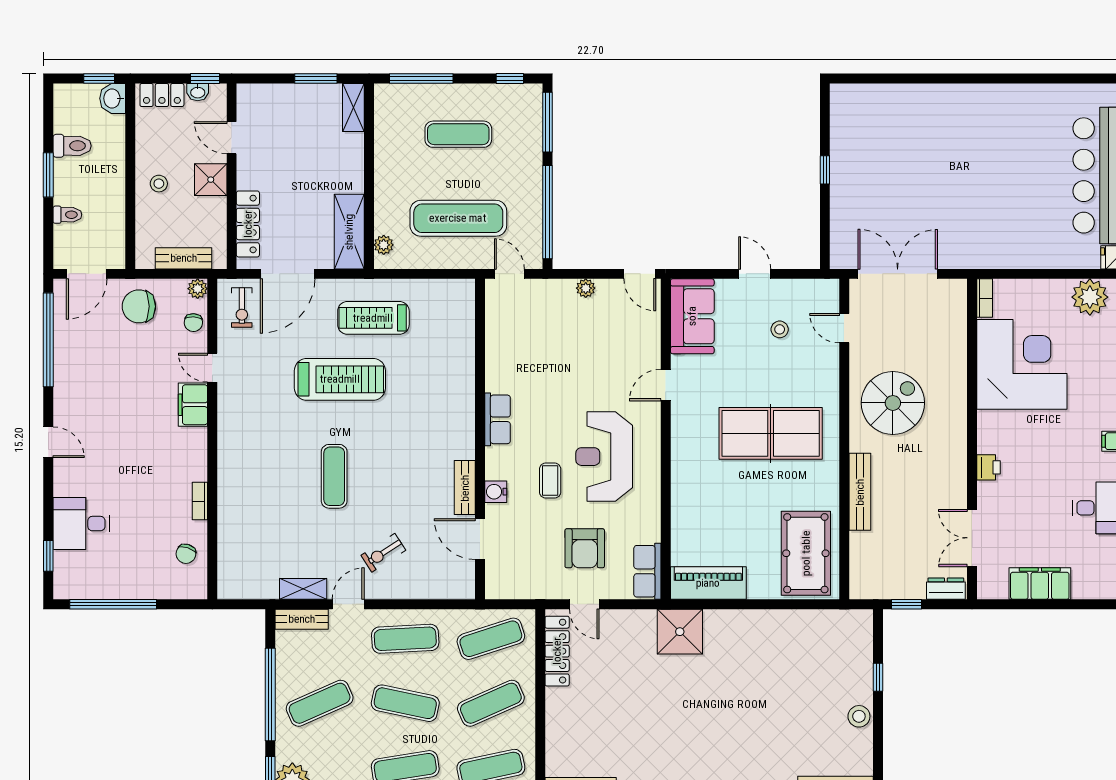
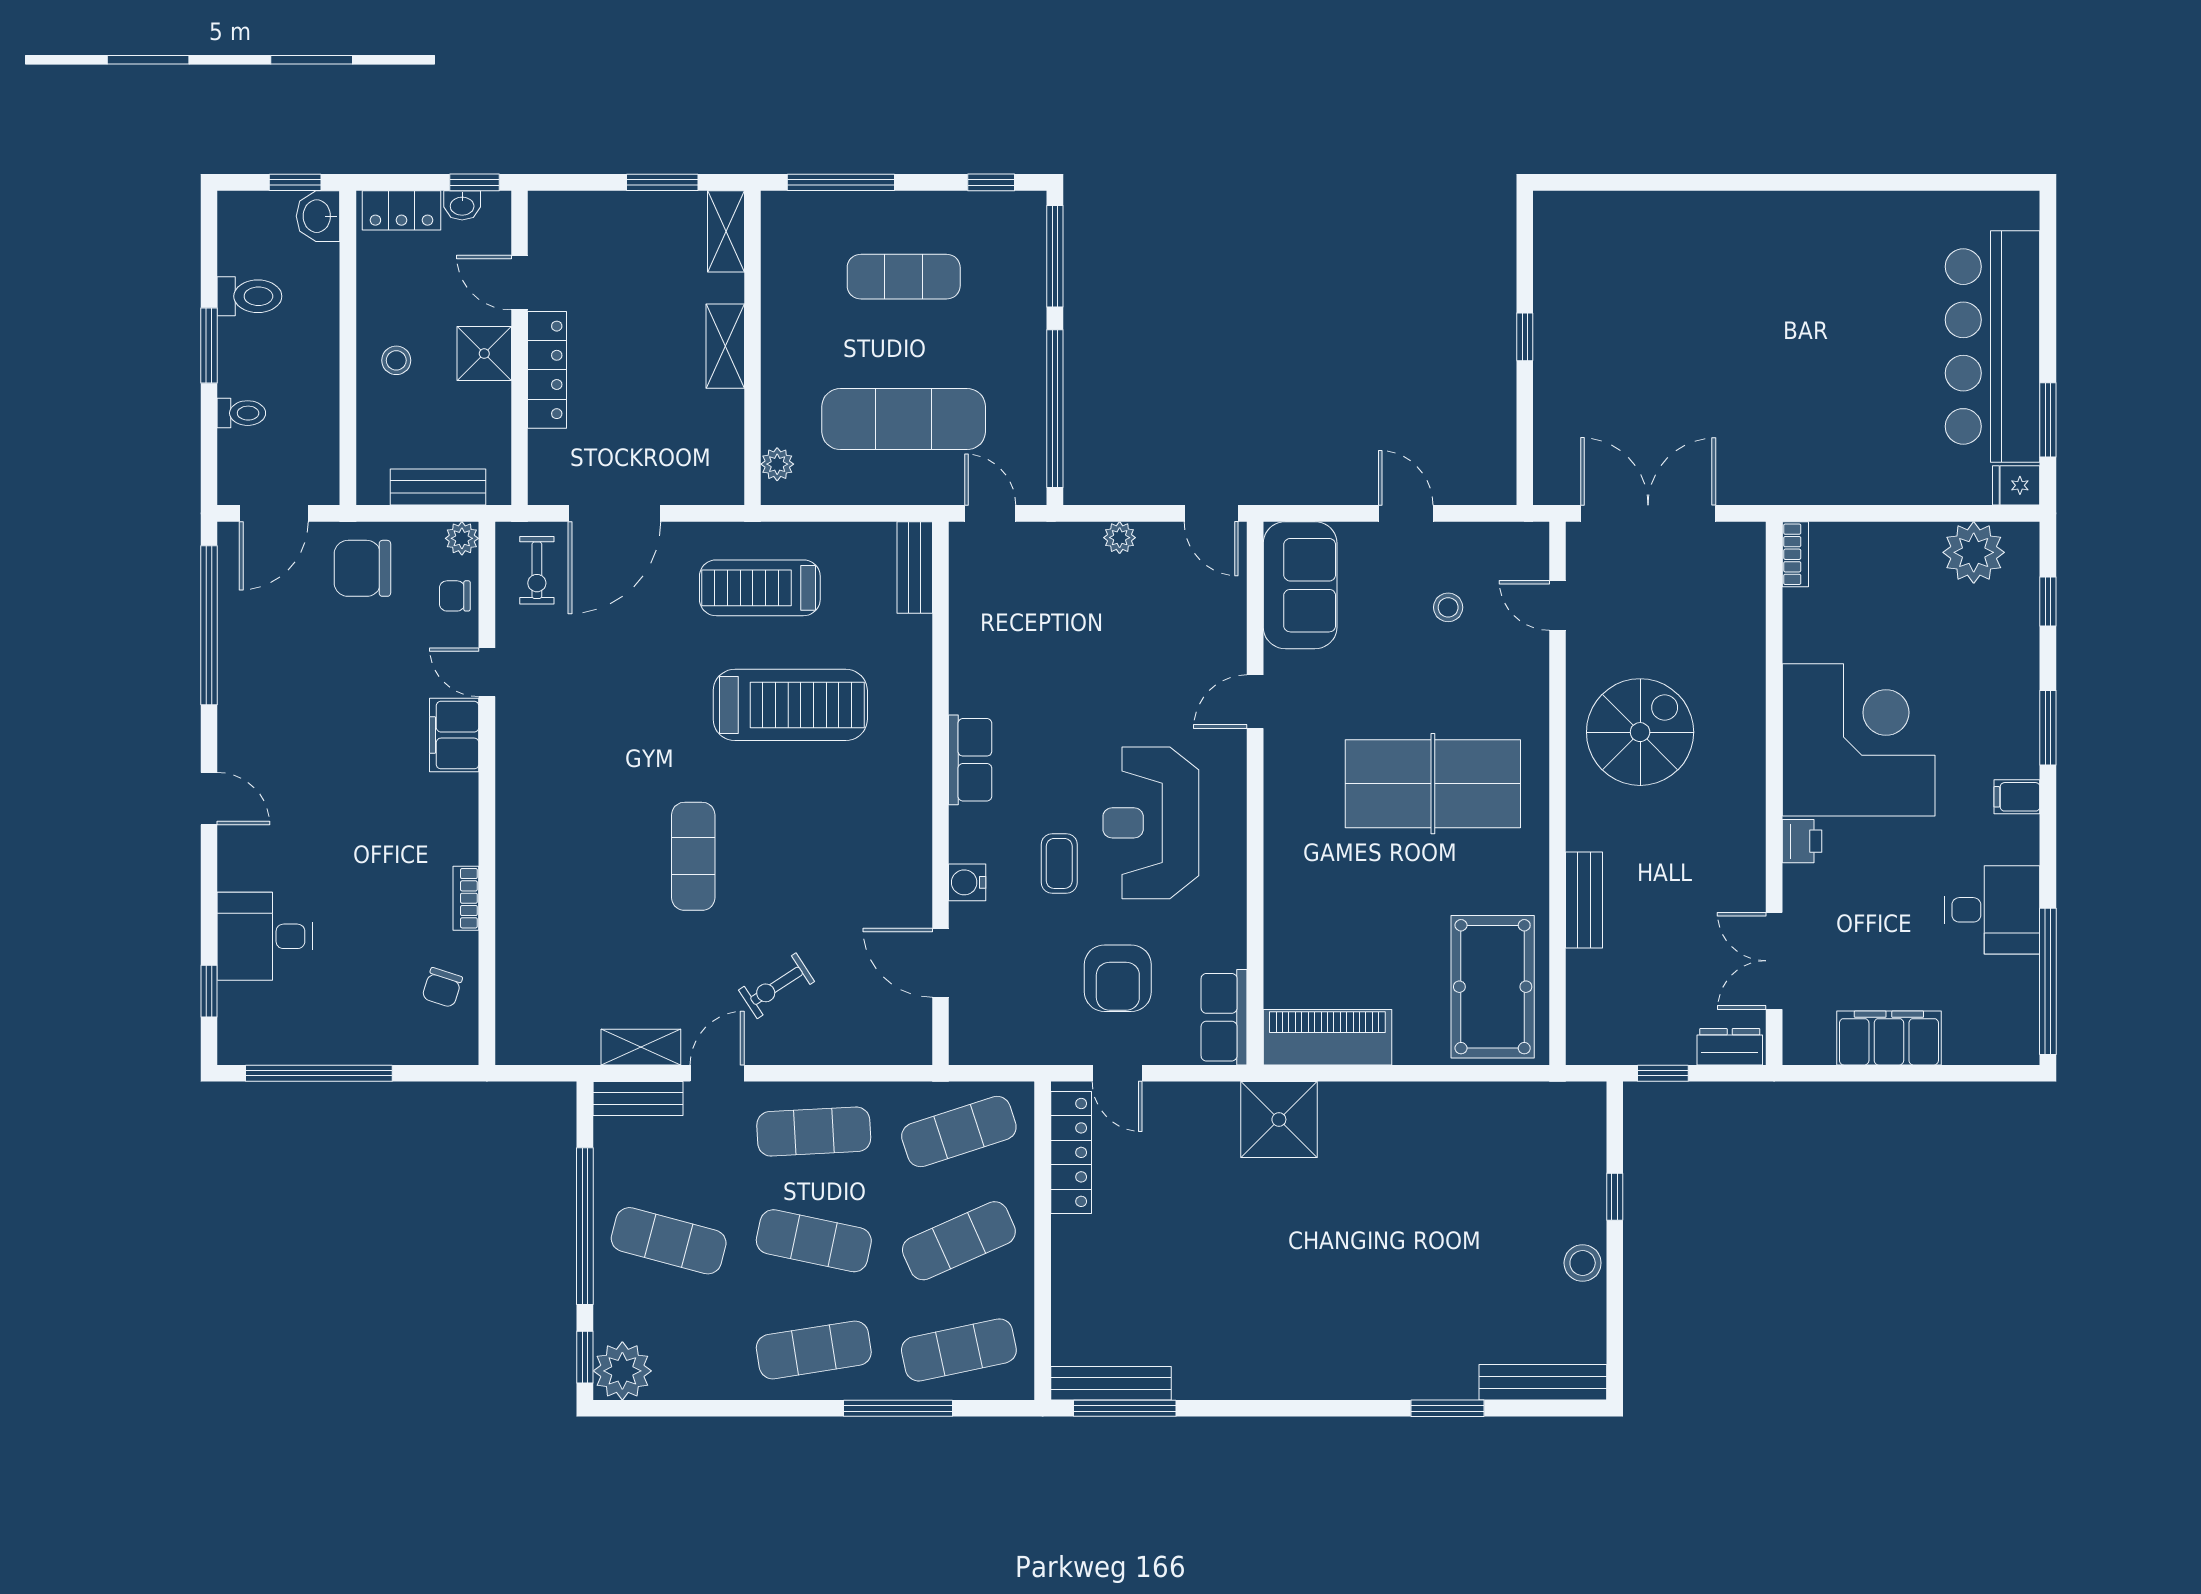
locker: (248, 224) -> (547, 370), moved
shelving: (349, 232) -> (725, 346), moved, width x0.67, depth x0.75
chair: (193, 323) -> (455, 596), turned 87
corner desk: (1022, 364) -> (1859, 740), moved
treadmill: (340, 379) -> (790, 705), moved
bench: (465, 488) -> (915, 567), moved
bench: (860, 492) -> (1584, 900), width x0.73
exercise mat: (320, 703) -> (669, 1241), turned 39

